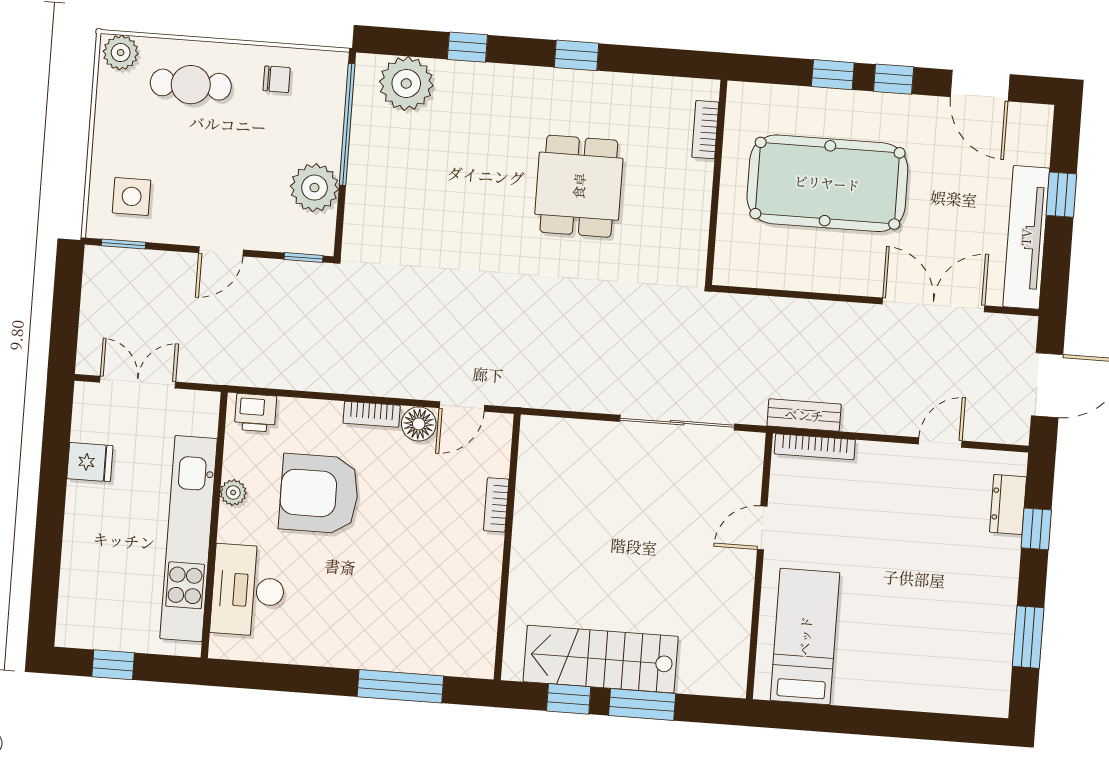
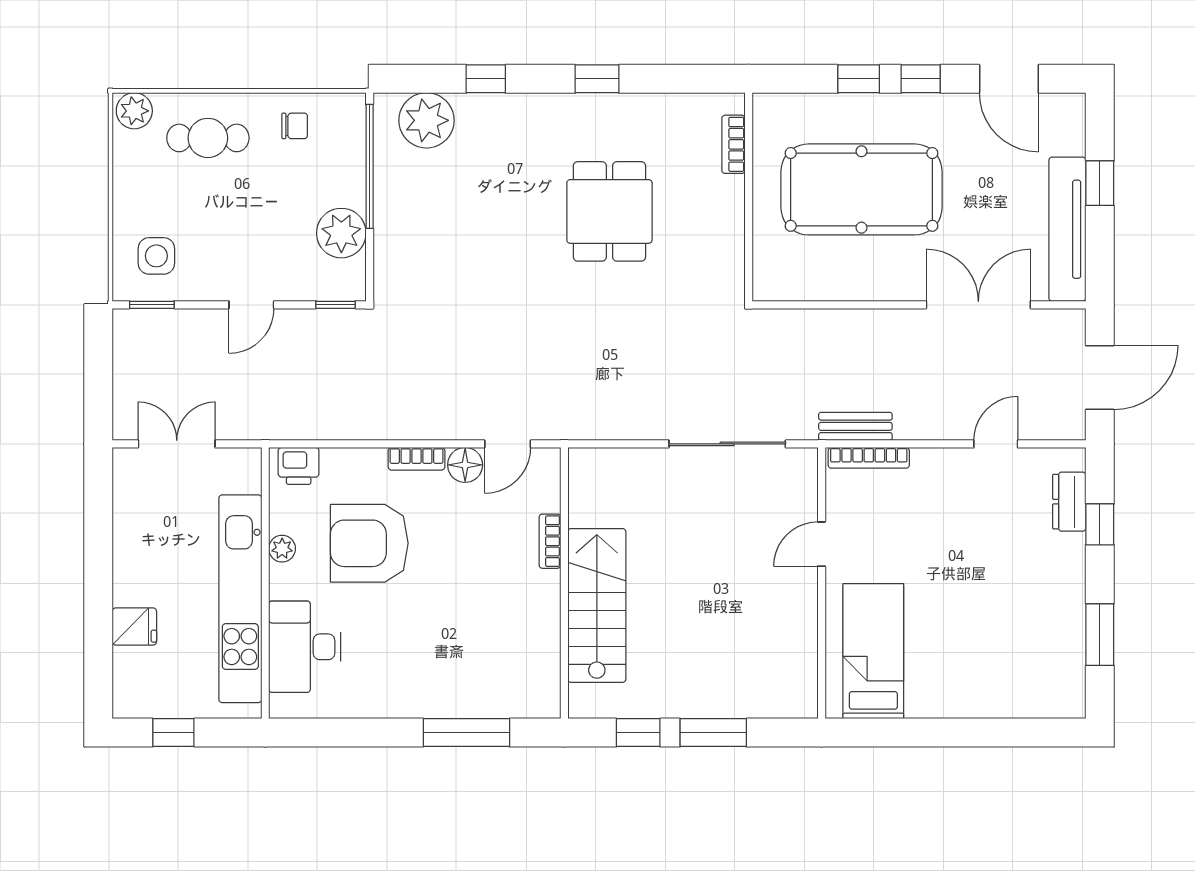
fridge: (90, 462) -> (134, 626), moved
stairs: (601, 659) -> (597, 605), moved, turned 90

